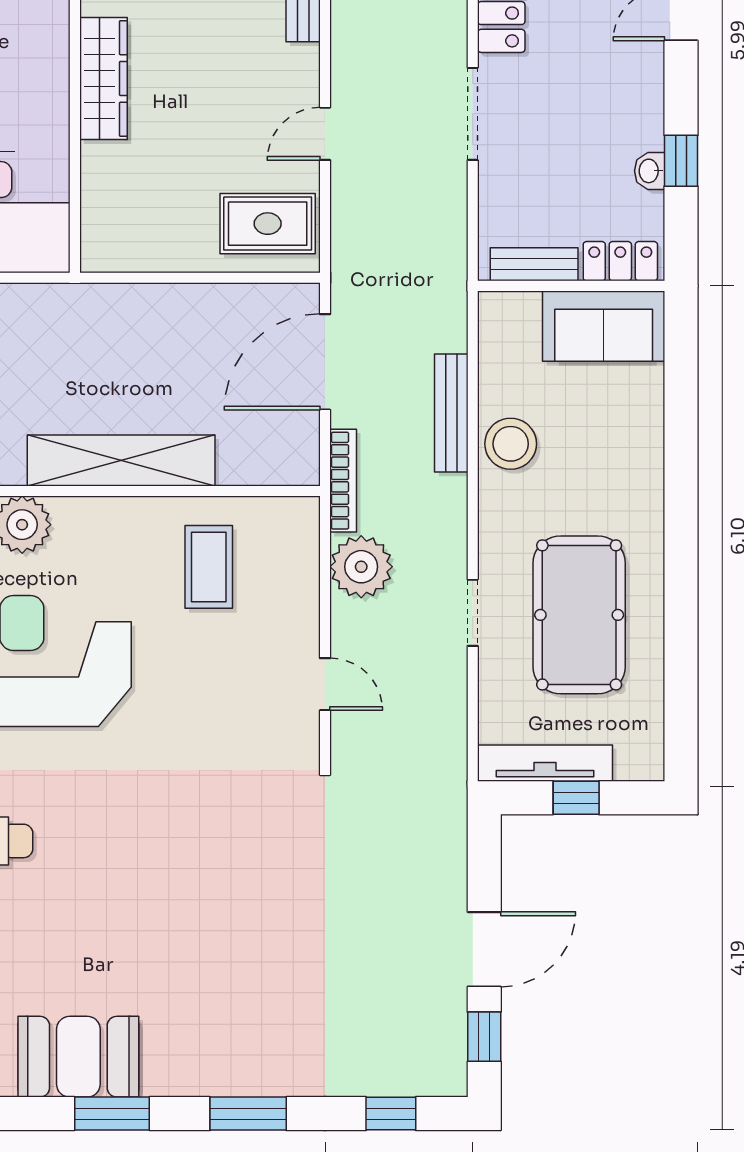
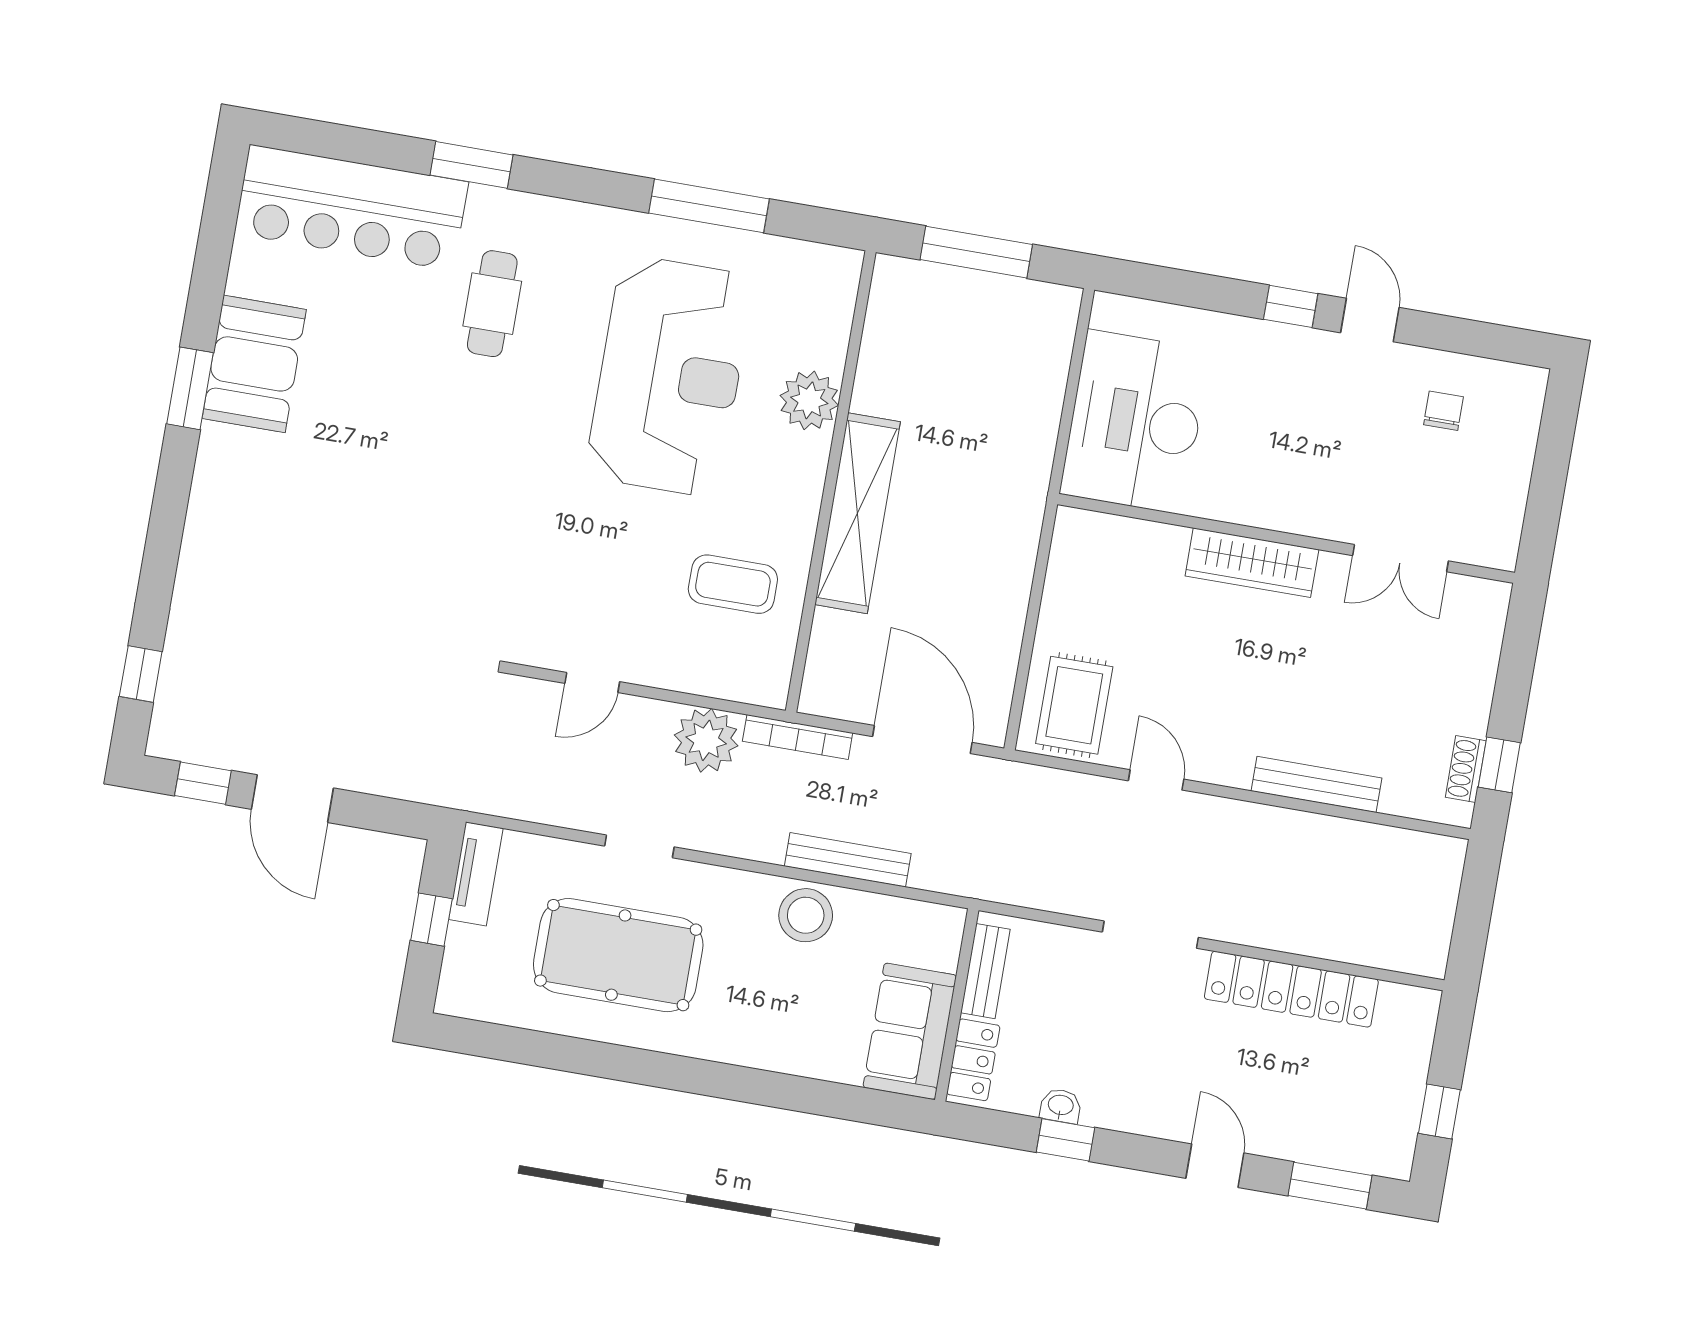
tv unit: (545, 763) -> (476, 874), width x0.71
window: (248, 1114) -> (166, 528), removed

